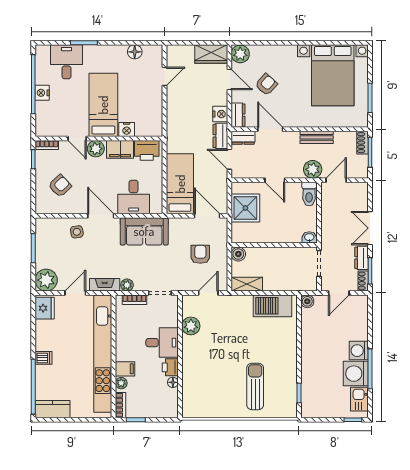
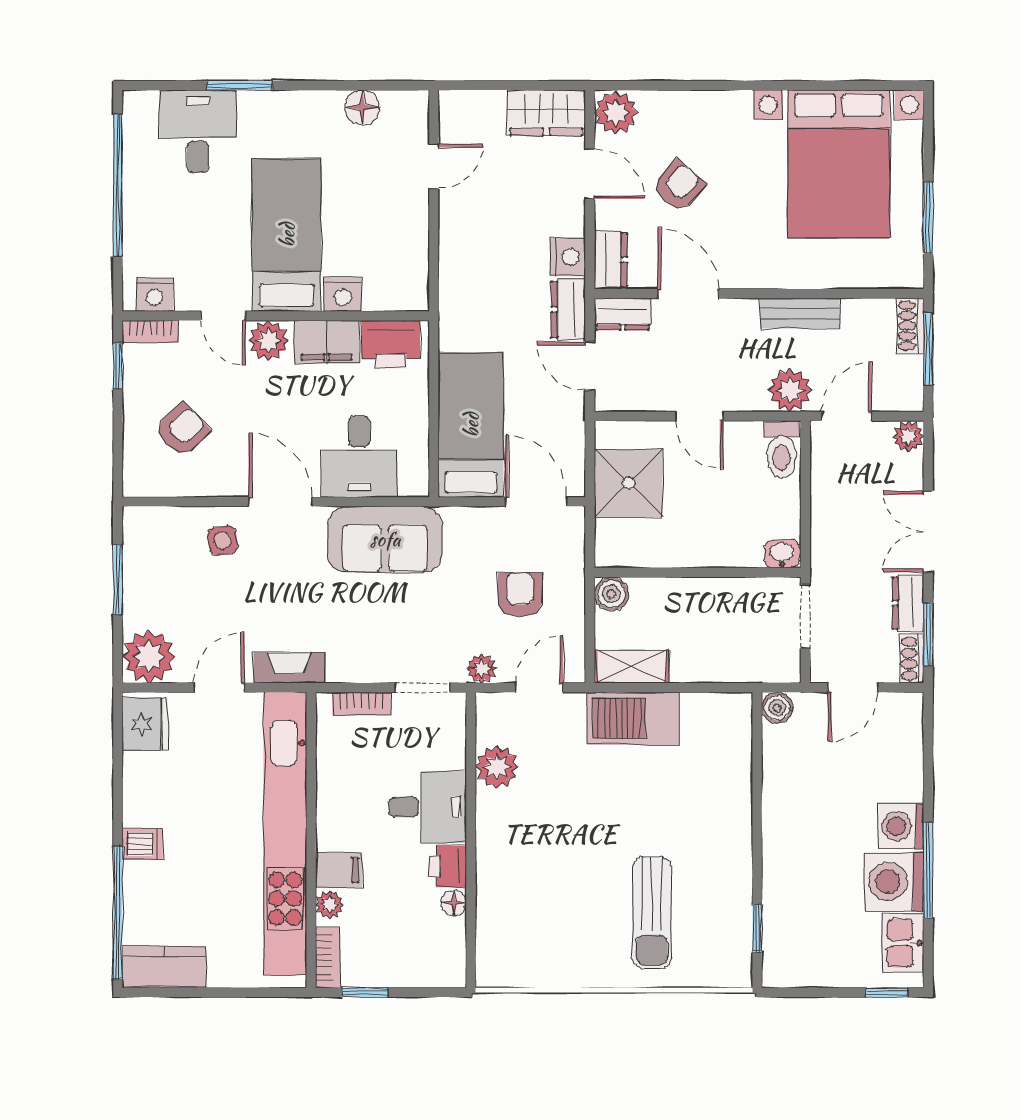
nightstand: (42, 93) -> (155, 295), moved, turned -90
plant: (362, 188) -> (908, 436), added
plant: (127, 285) -> (482, 668), moved
barbecue: (272, 306) -> (633, 718), moved
sun lounger: (255, 386) -> (652, 913), turned 180

